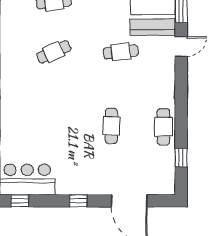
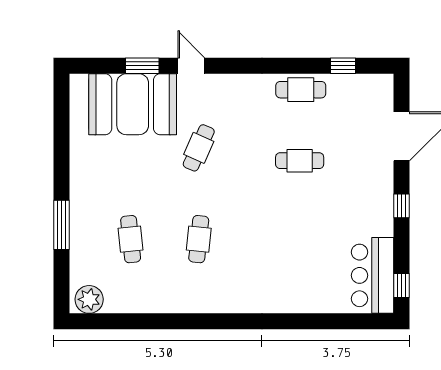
cafe table: (54, 52) -> (199, 239), turned 30
cafe table: (121, 52) -> (199, 148), turned 30

